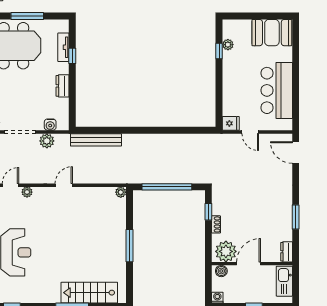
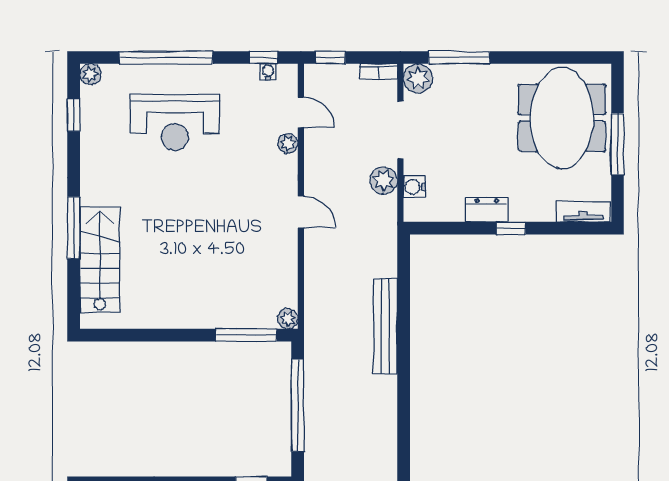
tv unit: (63, 47) -> (583, 212), moved
window: (72, 56) -> (511, 228), moved
bench: (96, 140) -> (386, 326), moved
window: (129, 246) -> (246, 335), moved

